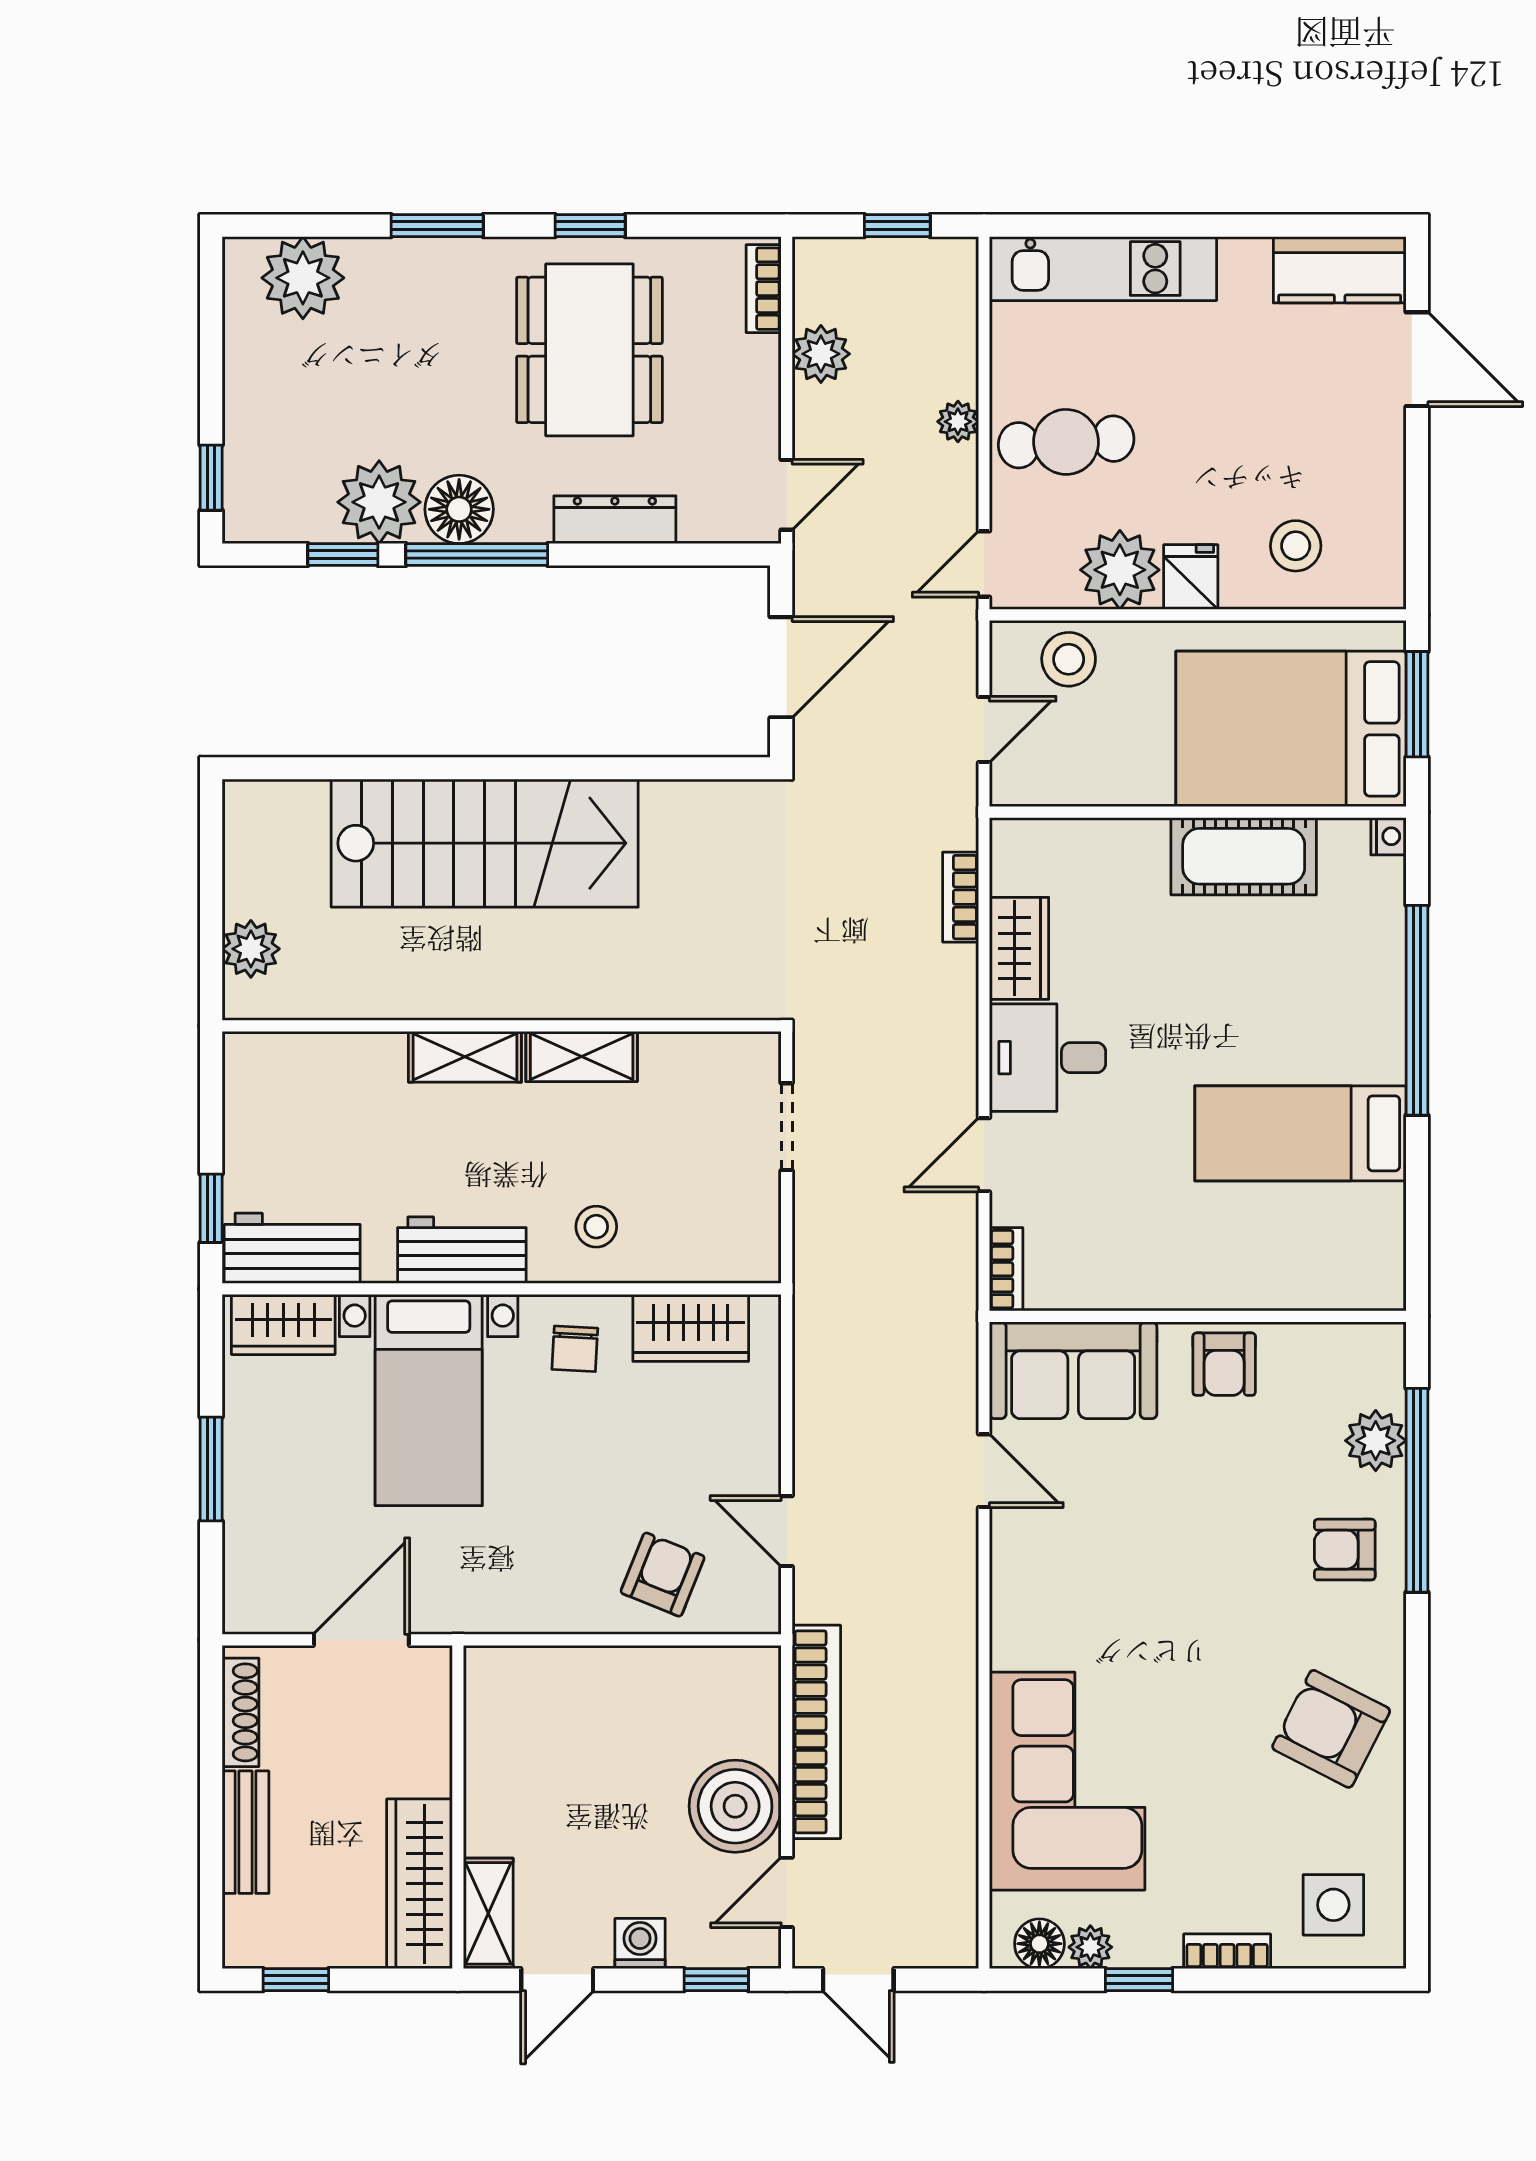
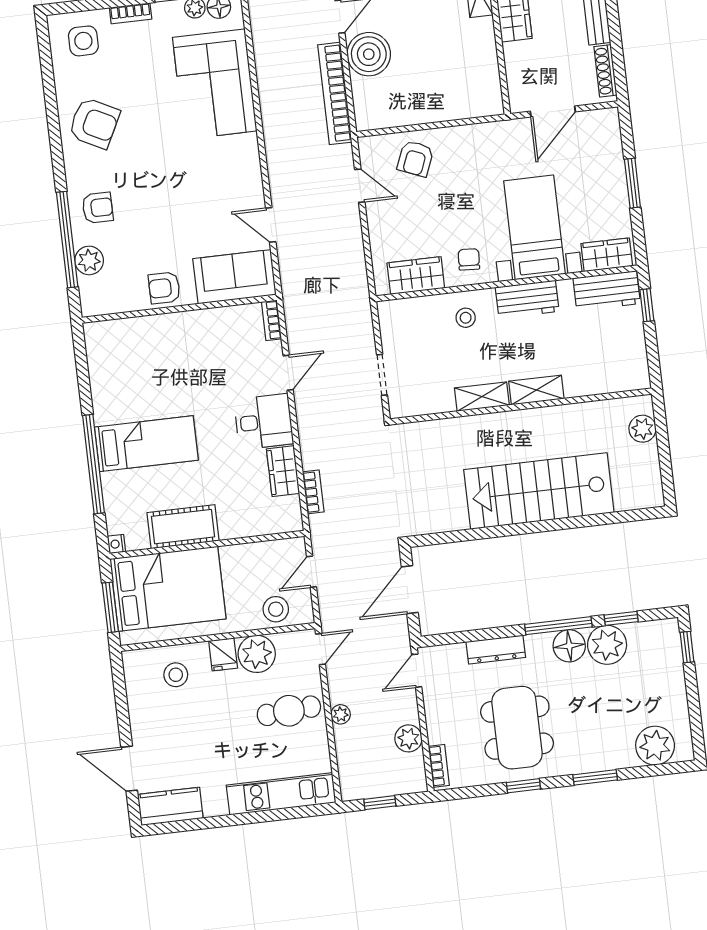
bed: (1300, 1133) -> (146, 444), moved
armchair: (1224, 1364) -> (164, 288), turned -90

